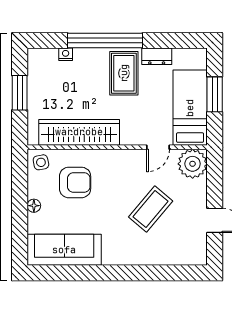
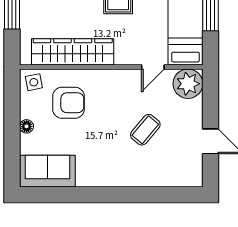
coffee table: (151, 209) -> (145, 130), width x0.73, depth x0.77
sofa: (64, 250) -> (47, 171), width x0.73

